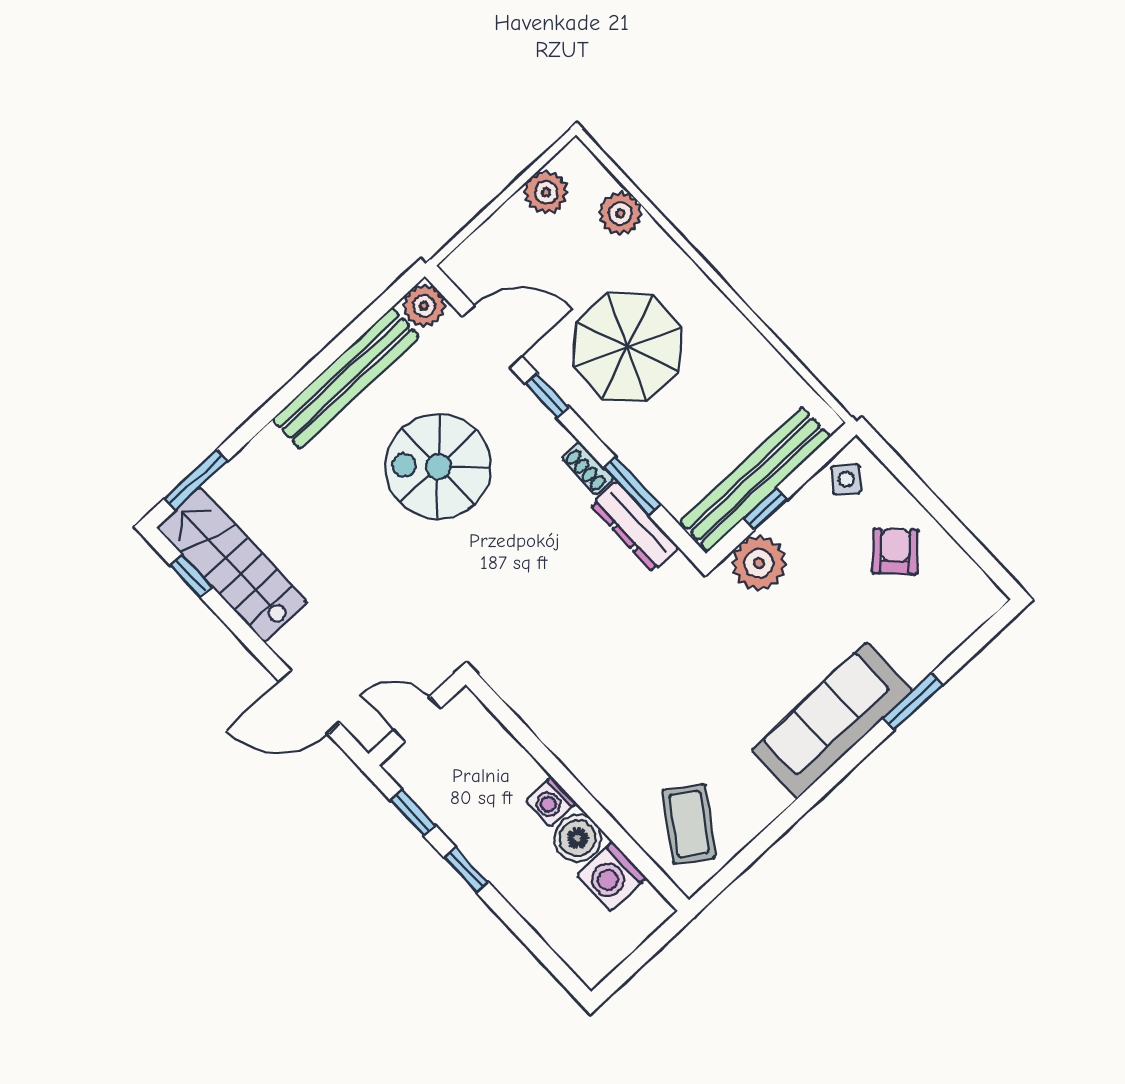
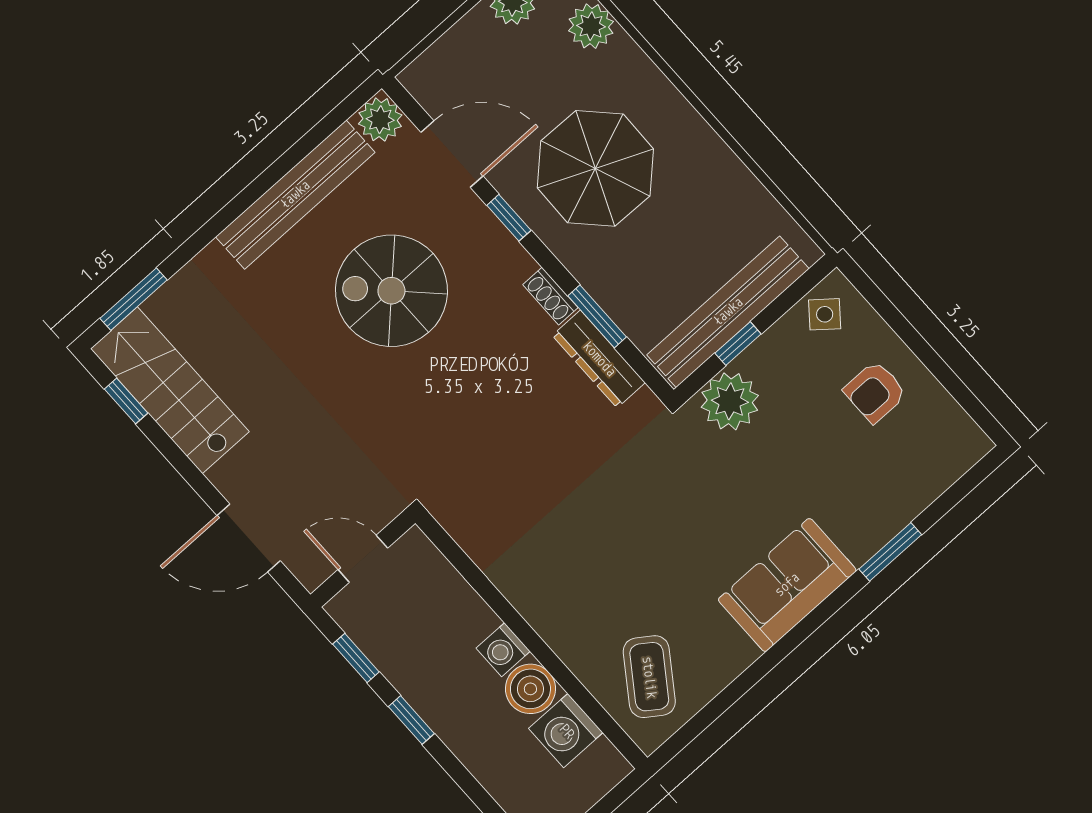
armchair: (895, 551) -> (875, 392), turned -135
sofa: (832, 720) -> (787, 585), width x0.73

